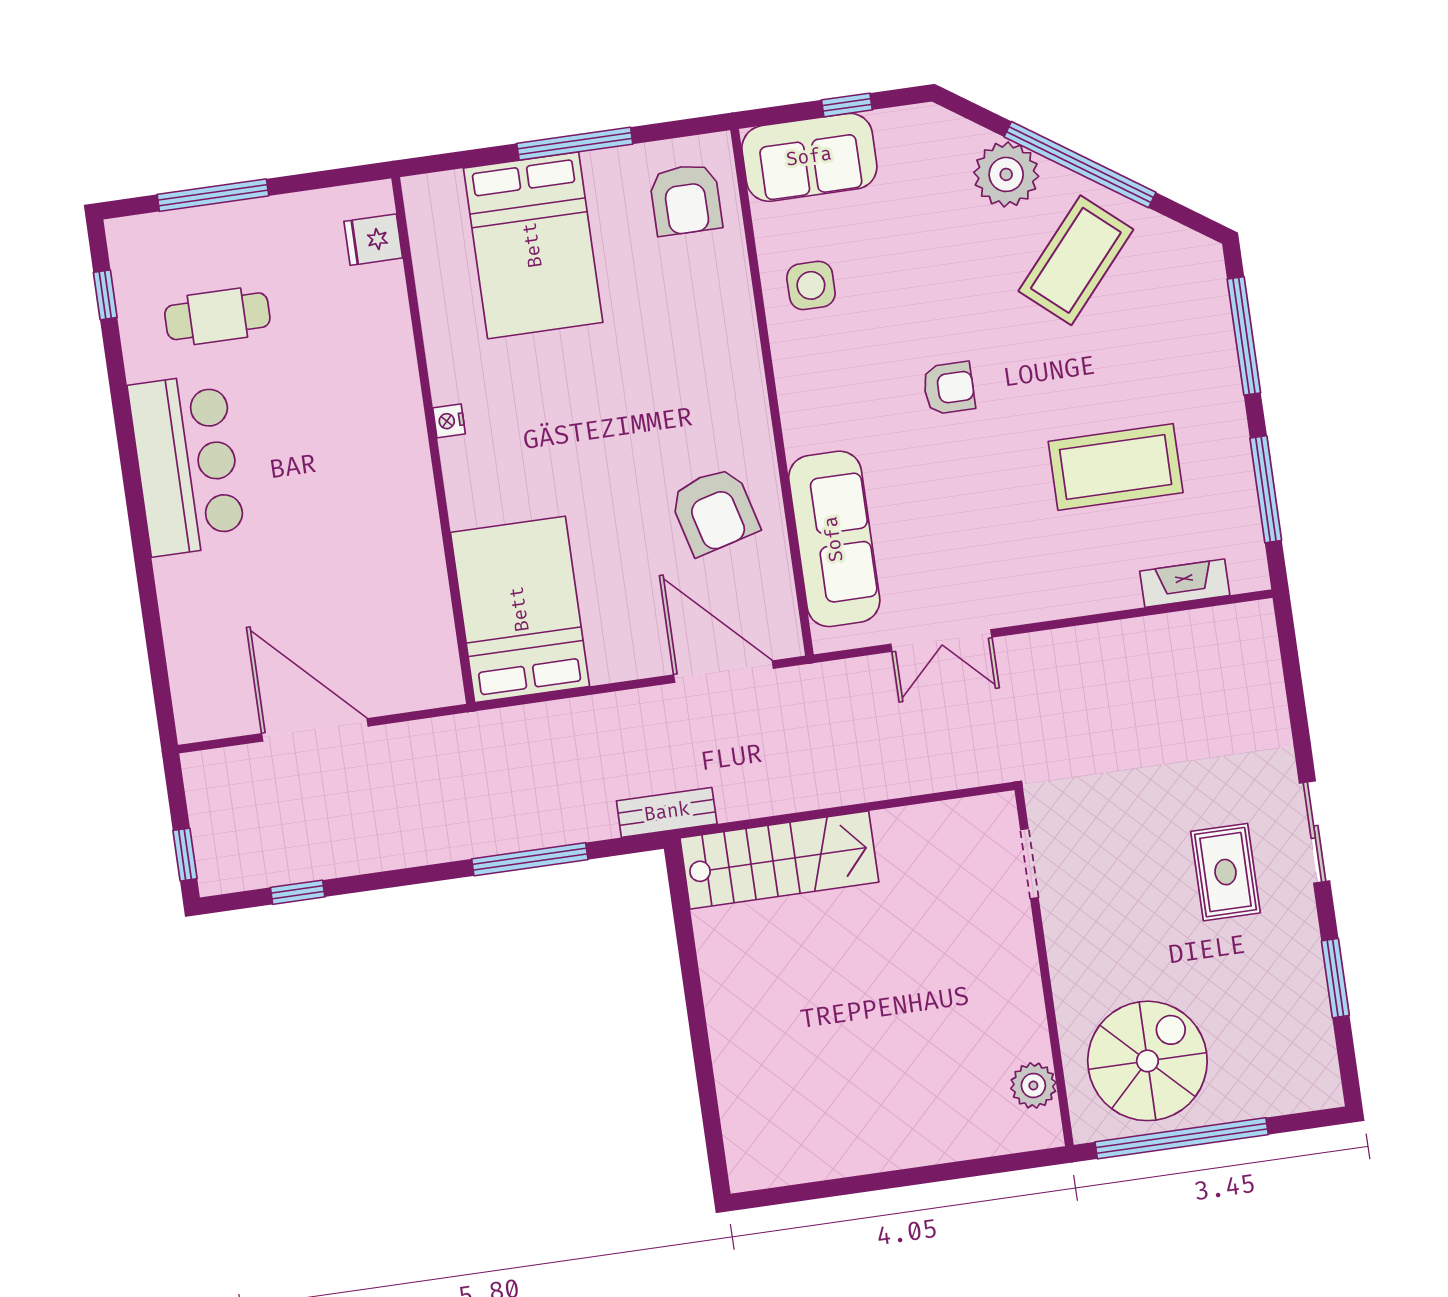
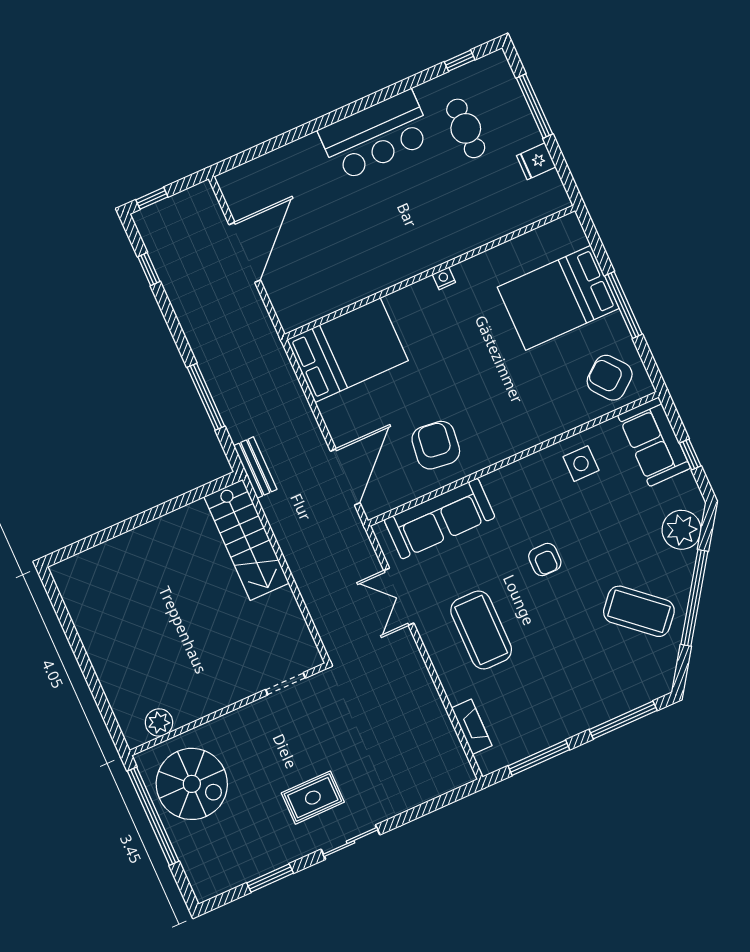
plant: (1006, 174) -> (682, 530), moved
armchair: (686, 200) -> (610, 378), turned 51
fridge: (373, 240) -> (536, 161), moved, turned -90
coffee table: (1116, 467) -> (481, 630), moved
armchair: (714, 511) -> (436, 445), turned 112

